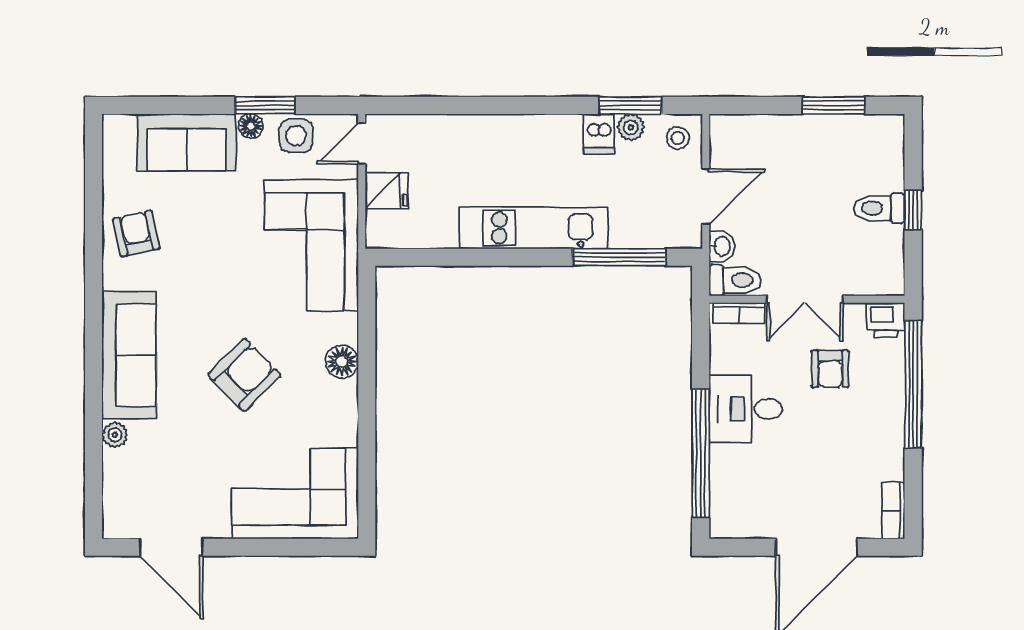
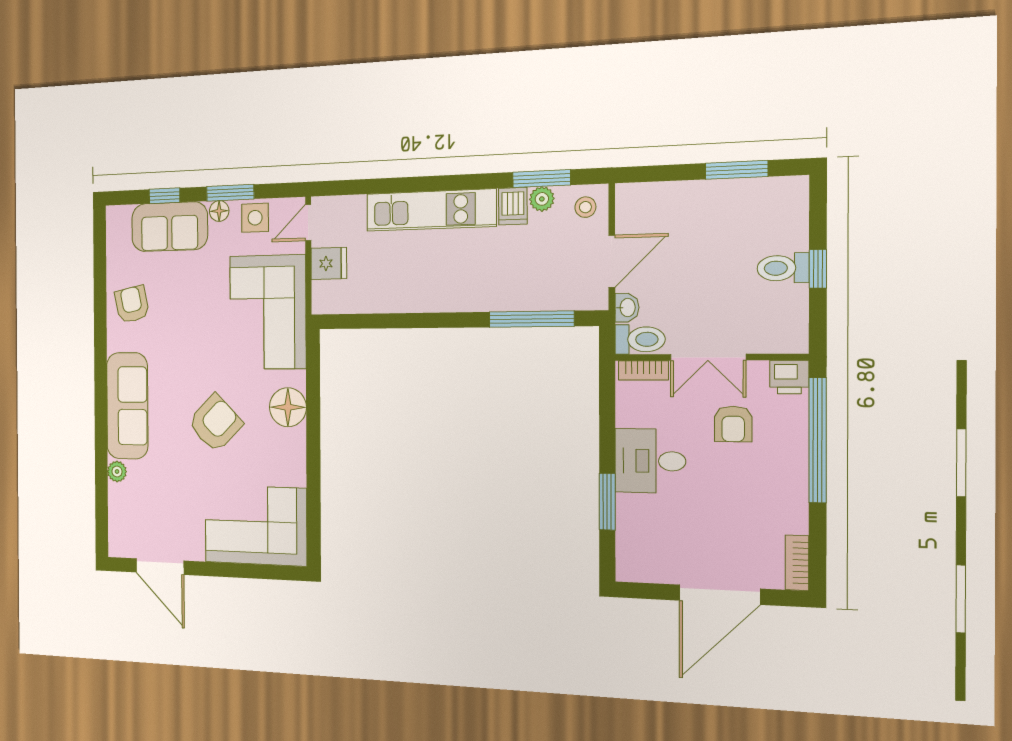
window: (180, 105) -> (165, 196), added
kitchen unit: (533, 228) -> (431, 210), moved, turned 180
floor lamp: (342, 362) -> (288, 407), width x1.38, depth x1.38
window: (701, 454) -> (607, 502), width x0.47

